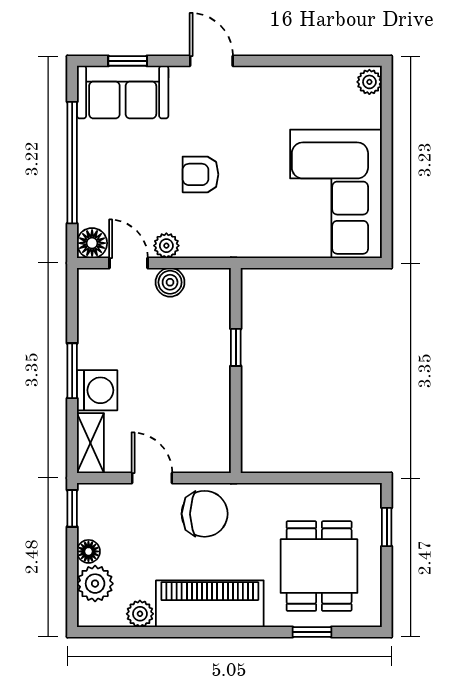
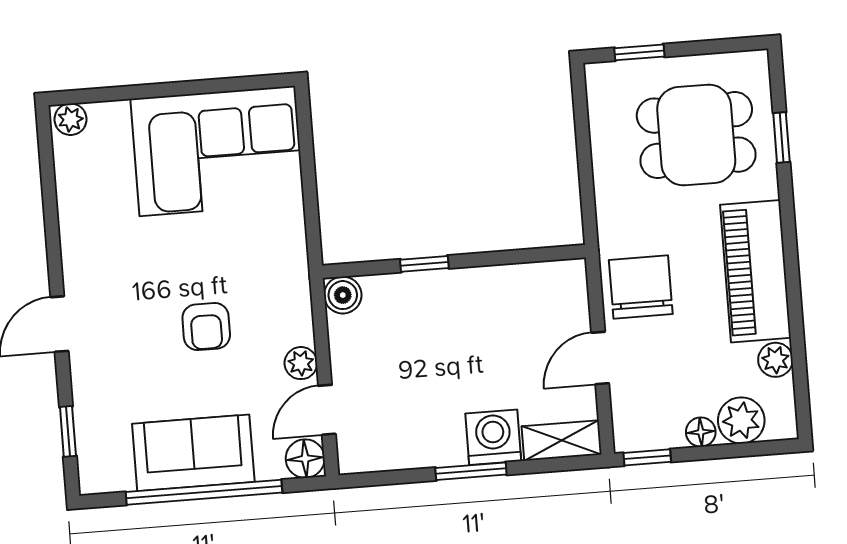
sofa: (123, 92) -> (193, 453), moved, turned -90
boiler: (170, 282) -> (343, 295), moved

